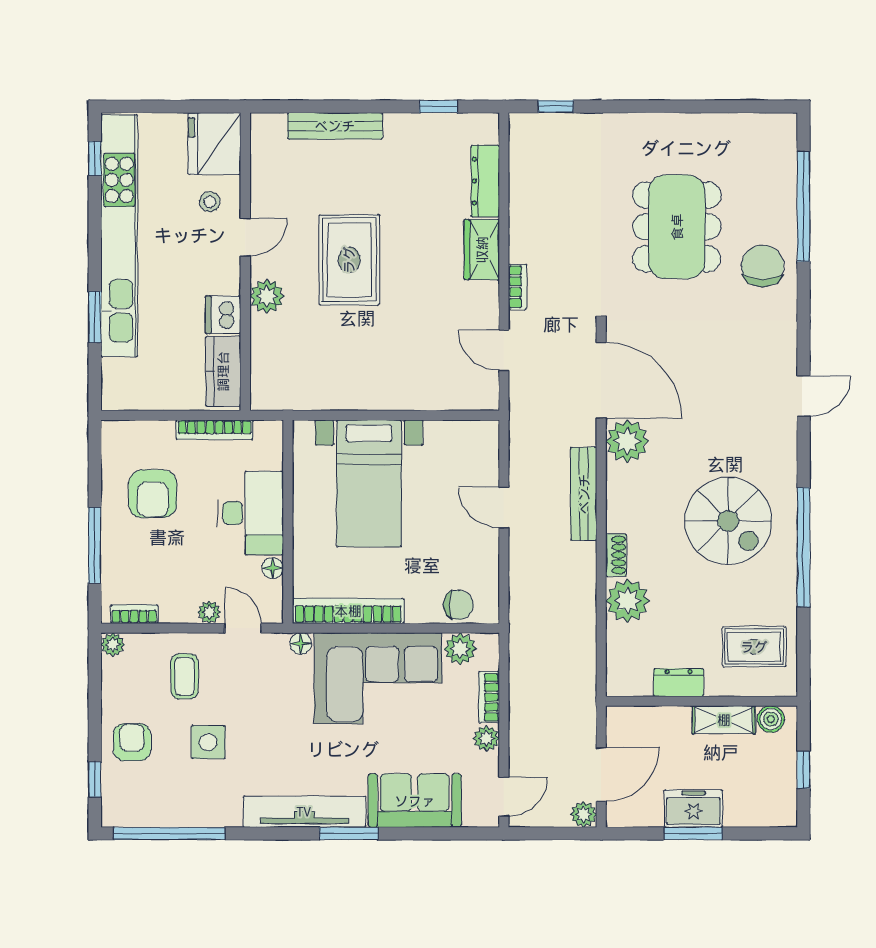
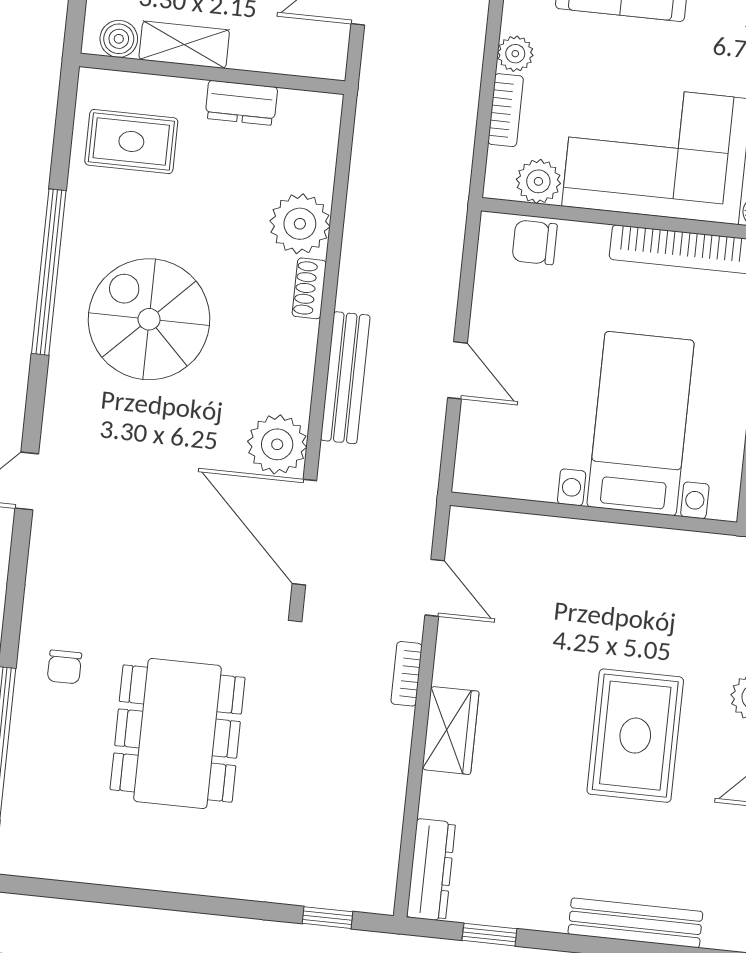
dresser: (485, 181) -> (431, 870), moved
chair: (763, 266) -> (64, 667), width x0.54, depth x0.54

